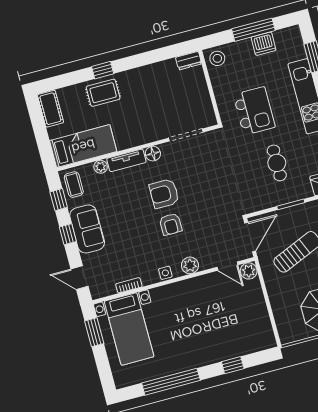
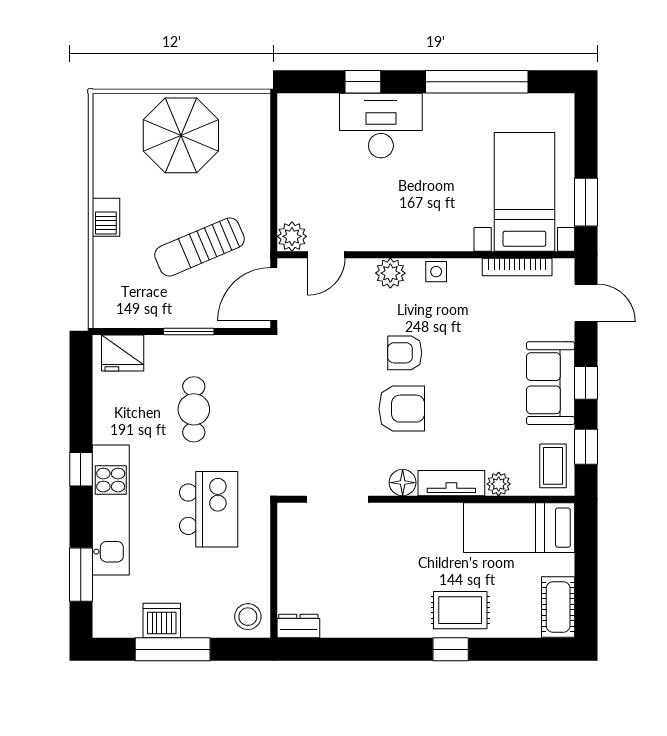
kitchen island: (254, 111) -> (209, 509), turned 180
armchair: (171, 224) -> (405, 353), turned -90
door: (227, 266) -> (326, 255), swing flipped
bookcase: (129, 285) -> (517, 267), width x1.56
desk: (217, 344) -> (381, 126), added

